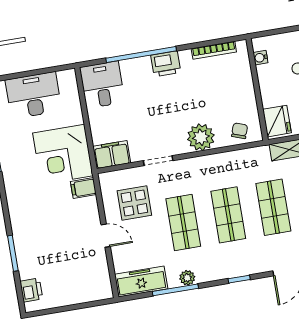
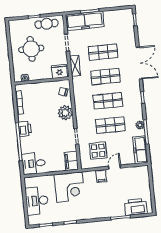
filing cabinet: (83, 188) -> (101, 176), moved
printer: (31, 290) -> (136, 207), width x1.87, depth x1.48

